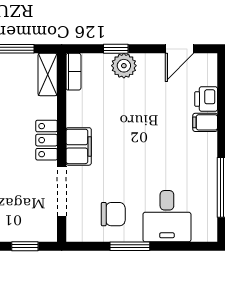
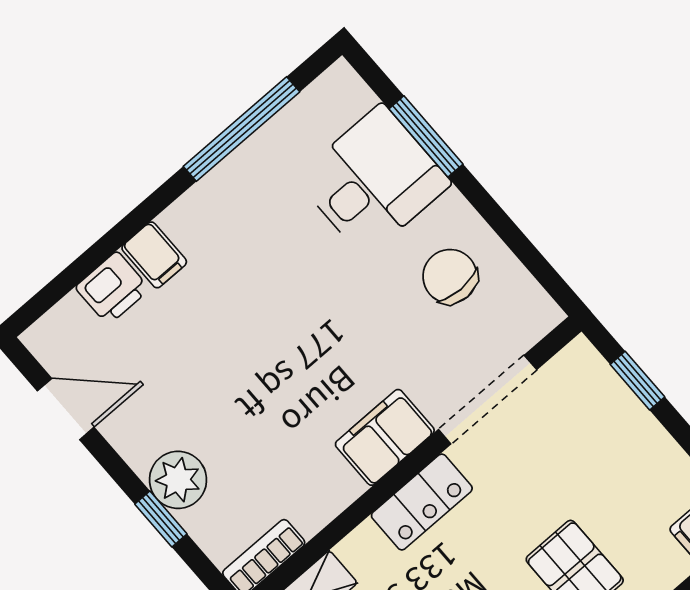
window: (130, 246) -> (426, 136), moved

